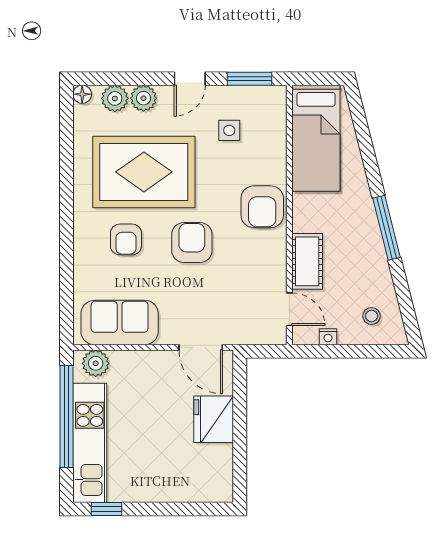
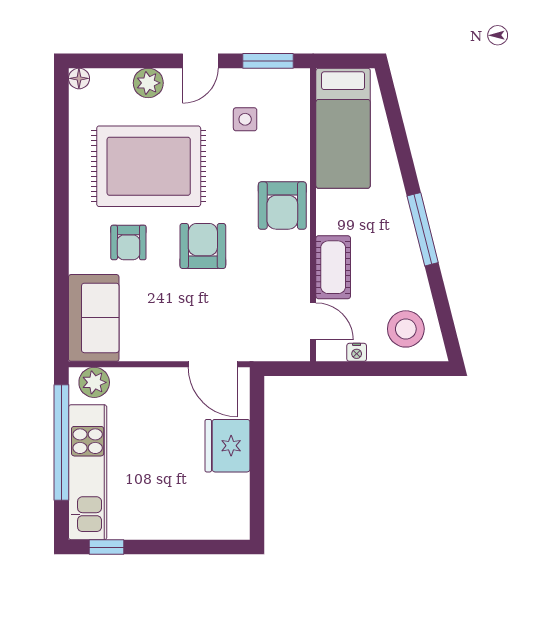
plant: (115, 98) -> (116, 83), removed
stool: (372, 316) -> (406, 329), width x1.89, depth x1.89
sofa: (120, 323) -> (94, 318), moved, turned 90

